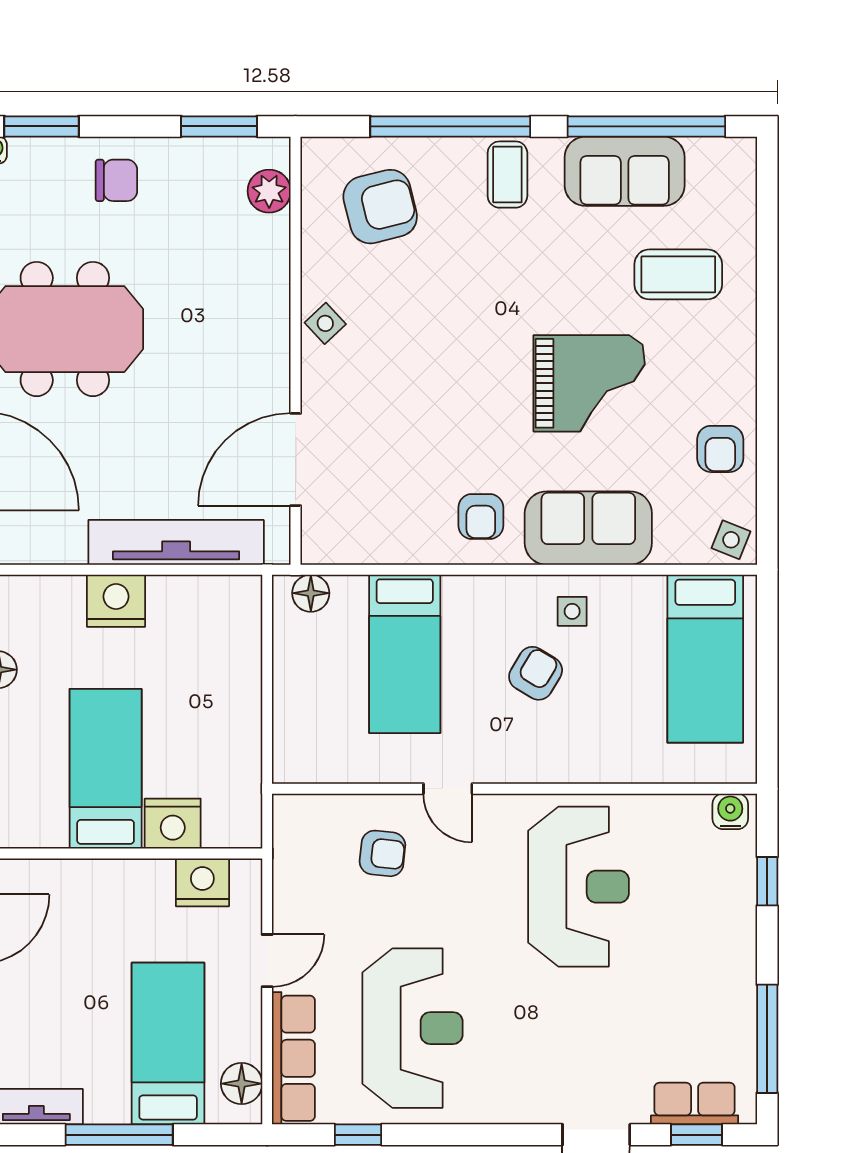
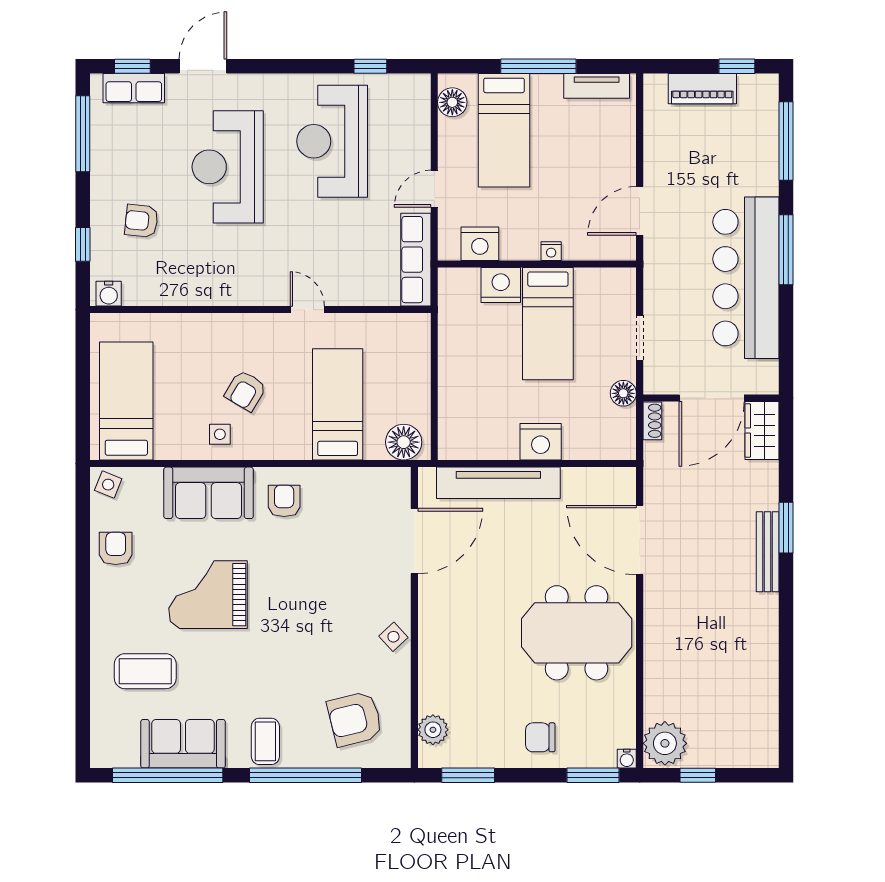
floor lamp: (311, 593) -> (404, 442), width x1.38, depth x1.38
armchair: (382, 853) -> (141, 221), moved
nightstand: (101, 872) -> (551, 251), added
reception desk: (579, 887) -> (228, 167), moved
row of seats: (293, 1058) -> (416, 260), moved

